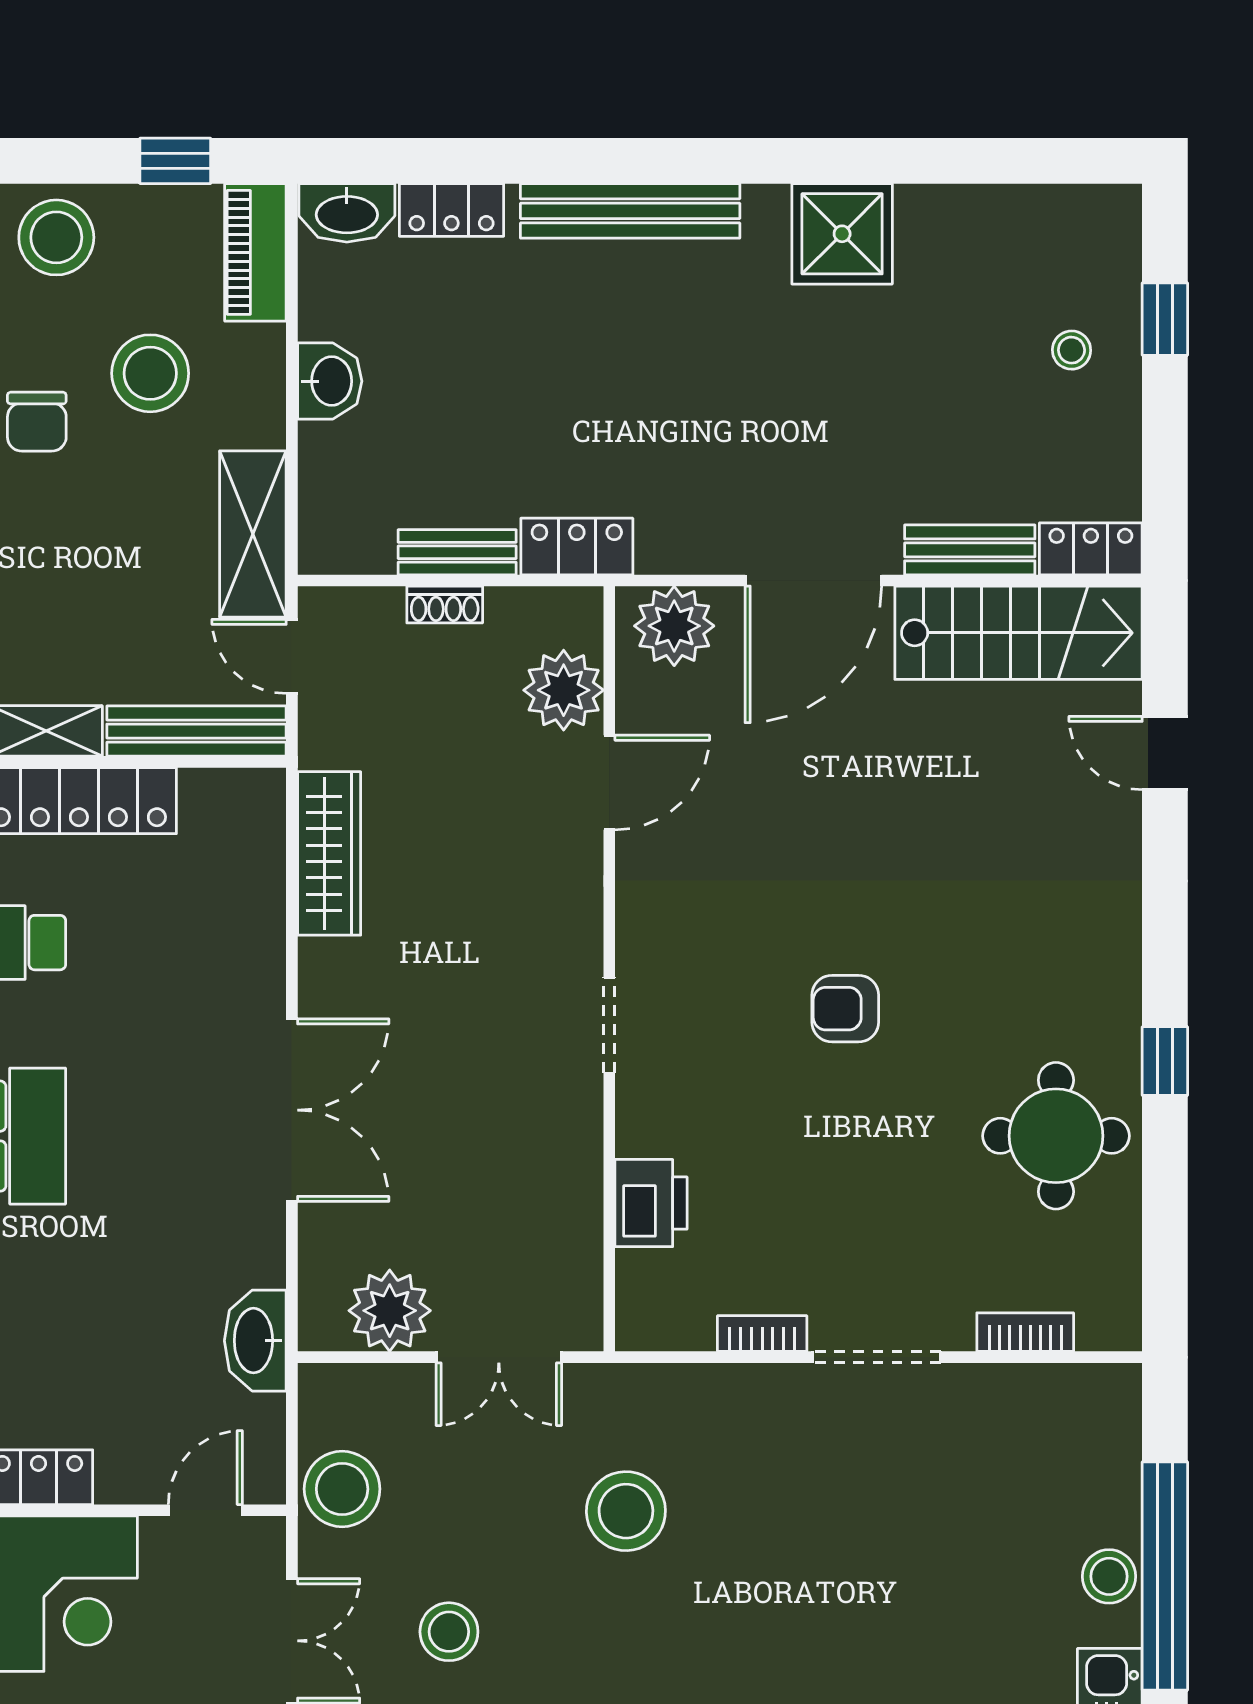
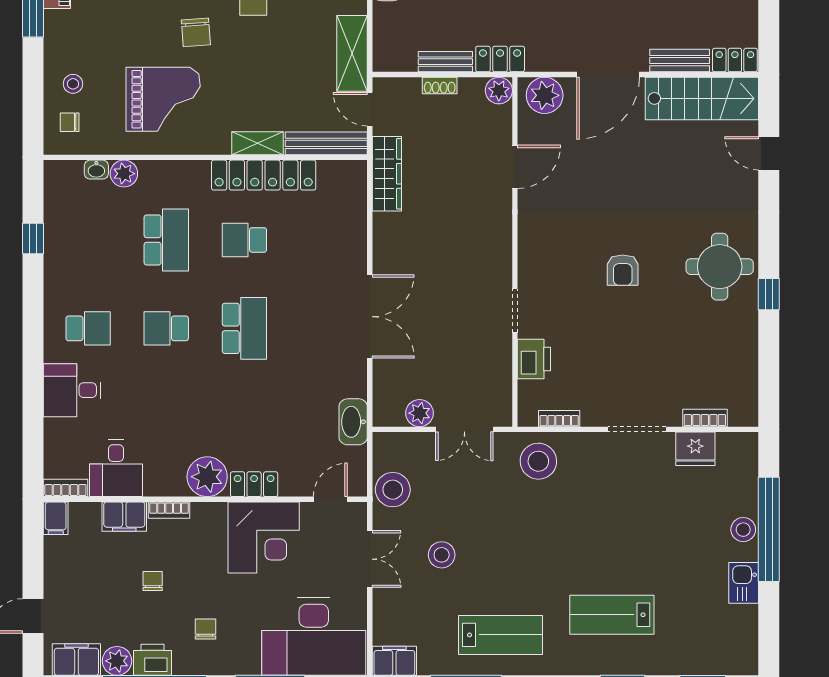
plant: (564, 690) -> (499, 91), moved, width x0.73, depth x0.73
wardrobe: (329, 853) -> (387, 174), moved
armchair: (845, 1009) -> (623, 270), turned -90
doorway: (609, 1025) -> (515, 311), moved
round table: (1056, 1136) -> (720, 267), moved
plant: (390, 1311) -> (420, 413), width x0.73, depth x0.73
bookcase: (762, 1334) -> (559, 419), moved
fridge: (1004, 1400) -> (695, 449), added
stool: (626, 1511) -> (538, 461), moved

